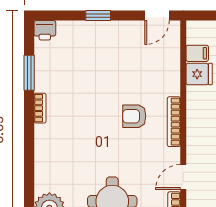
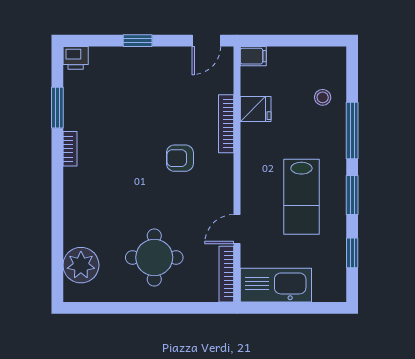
filing cabinet: (197, 53) -> (253, 56), moved
bookcase: (174, 122) -> (226, 124), moved

